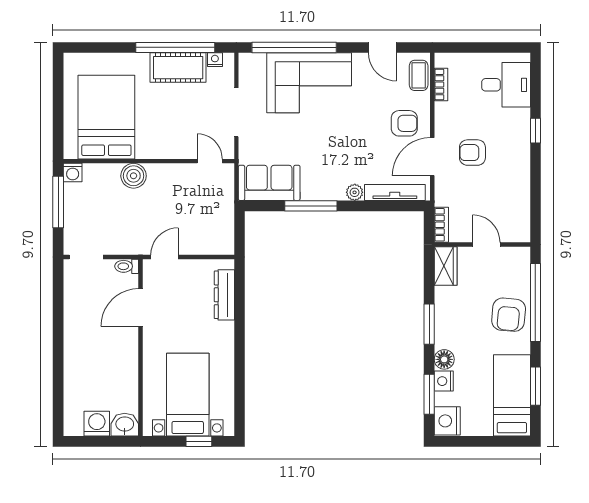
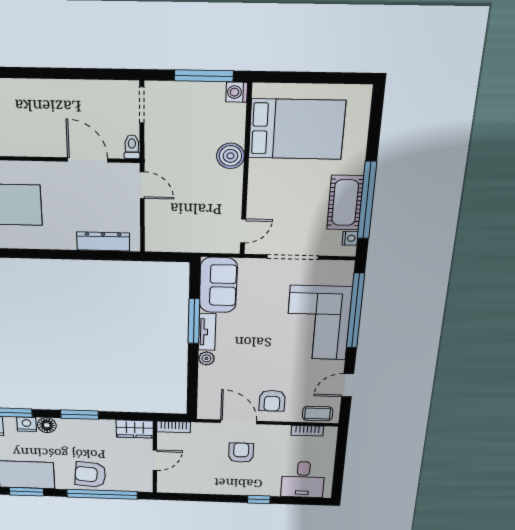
tv unit: (395, 192) -> (207, 332), moved, width x0.71

